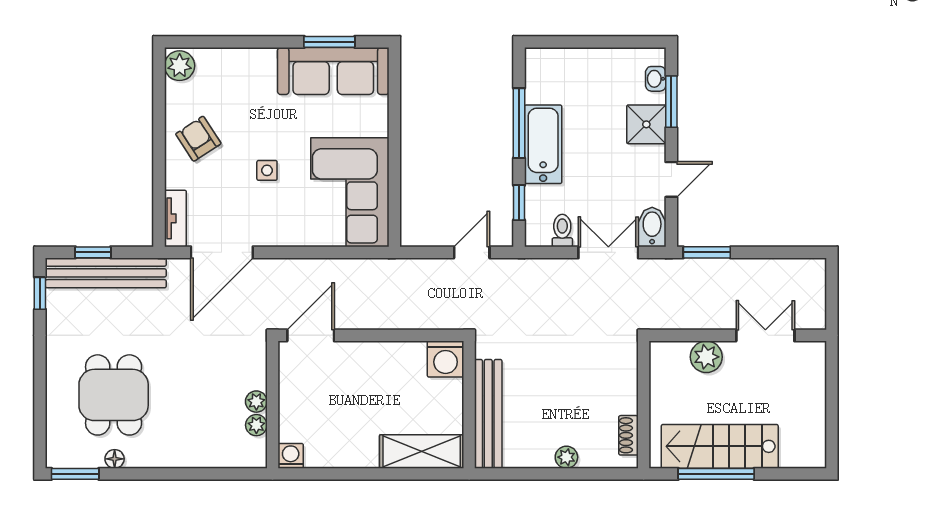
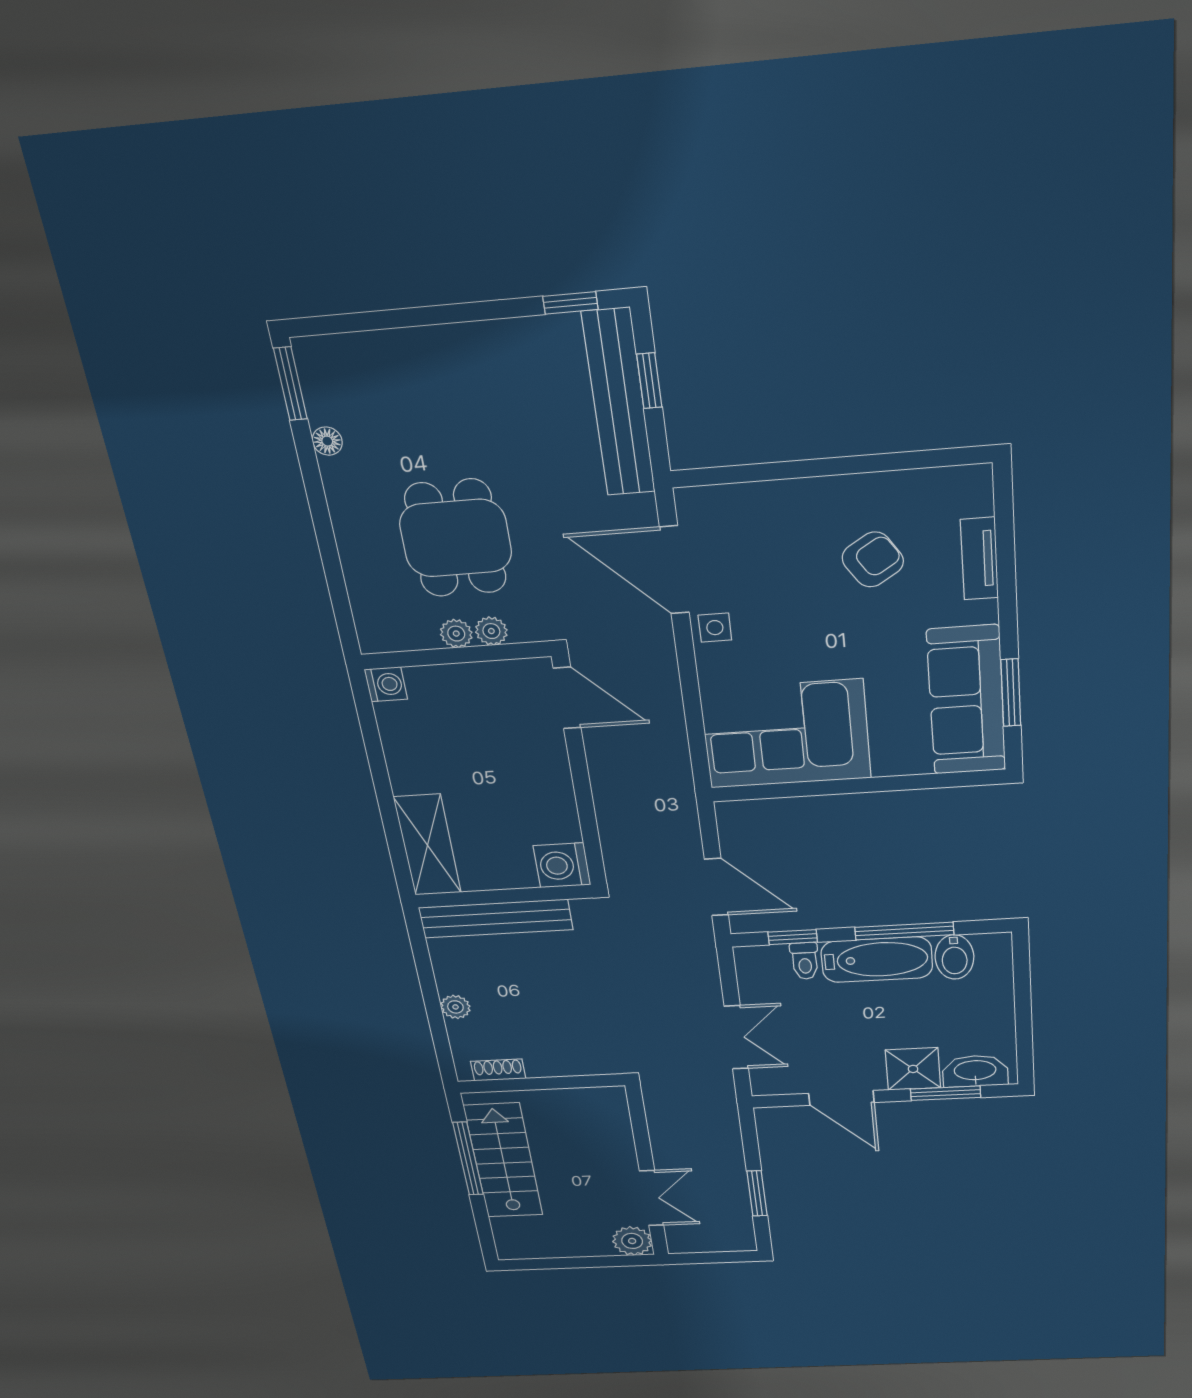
plant: (180, 66) -> (964, 487), removed
washbasin: (656, 79) -> (975, 1071), width x1.91, depth x1.45
armchair: (198, 139) -> (873, 560), moved
side table: (267, 170) -> (715, 628), moved
door: (671, 179) -> (841, 1098), width x1.38
tv unit: (175, 218) -> (979, 559), moved, turned 90
bidet: (652, 227) -> (954, 957), moved, turned 90
toilet: (562, 231) -> (805, 961), moved, turned 90
door: (472, 252) -> (716, 887), width x1.38
window: (707, 252) -> (757, 1193), moved
plant: (706, 357) -> (632, 1241), moved
dining table: (114, 395) -> (456, 538), moved, turned 90
plant: (256, 425) -> (491, 631), moved

